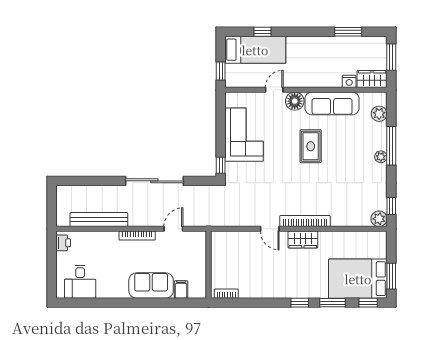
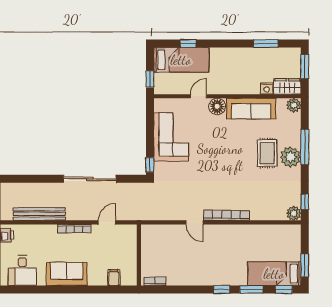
plant: (379, 114) -> (294, 105), moved
rug: (311, 146) -> (267, 153), moved
plant: (381, 157) -> (290, 157), width x1.88, depth x1.88
wardrobe: (303, 240) -> (225, 232), removed
bed: (358, 279) -> (274, 274), width x0.67
sofa: (151, 286) -> (67, 274), moved

